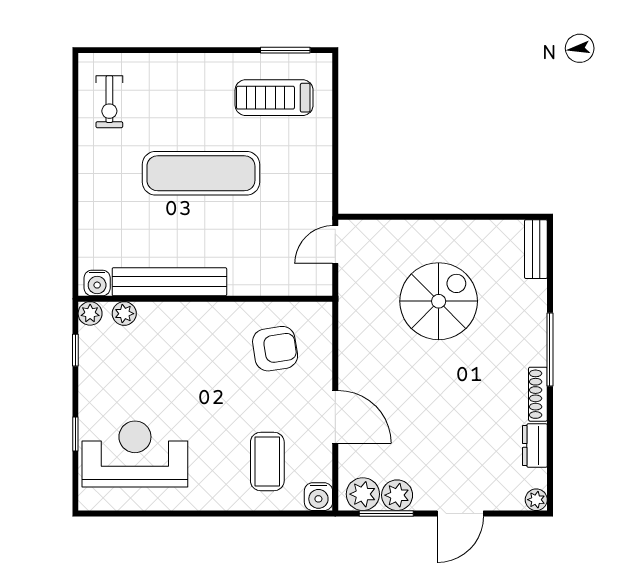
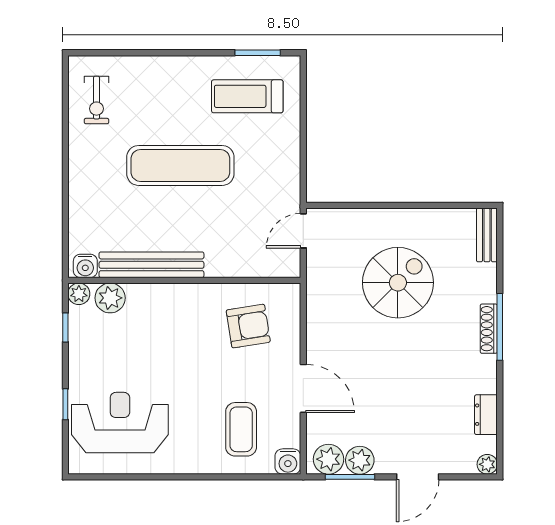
plant: (124, 314) -> (110, 298), width x1.38, depth x1.38
shoe rack: (538, 394) -> (489, 329), moved

